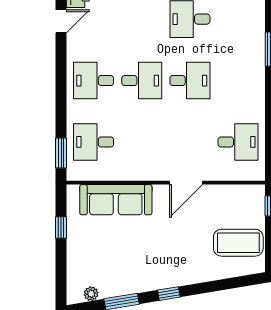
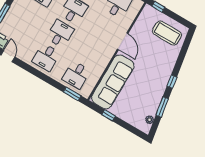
sofa: (116, 200) -> (113, 82), width x1.36, depth x1.27
coffee table: (238, 243) -> (167, 33), turned 90

